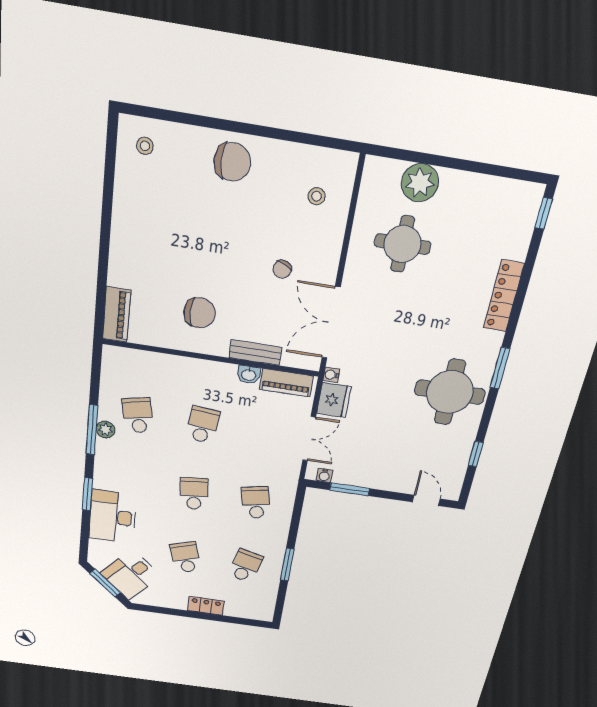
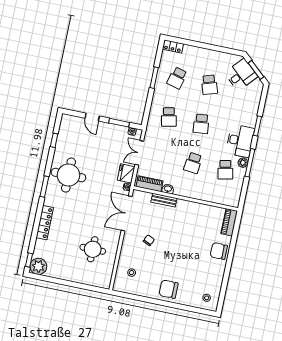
plant: (420, 183) -> (38, 266), moved
chair: (200, 313) -> (219, 251), moved
double door: (331, 323) -> (127, 213), swing flipped
door: (426, 500) -> (92, 117), moved
desk: (113, 517) -> (240, 141), moved
locker: (206, 606) -> (173, 46), moved

